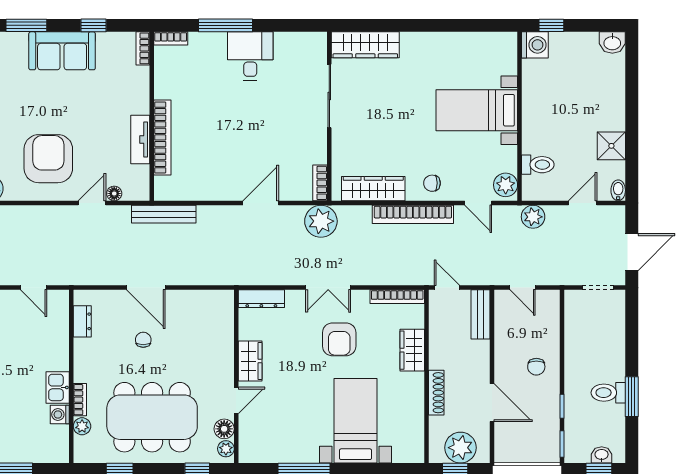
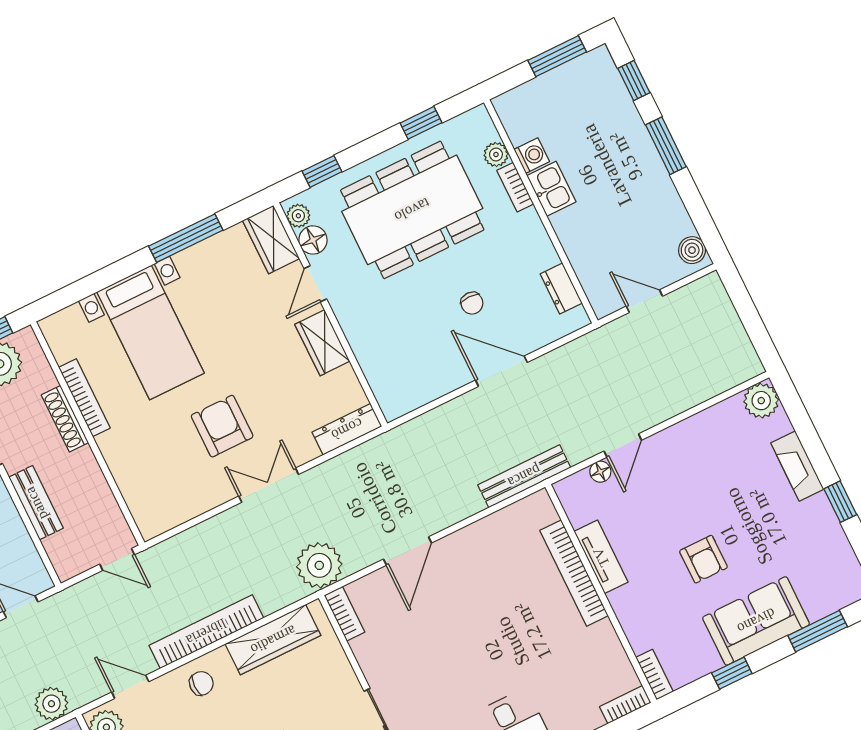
armchair: (48, 159) -> (704, 559), moved, width x0.53, depth x0.53
bookcase: (397, 297) -> (84, 398), moved, turned 90
bench: (481, 314) -> (36, 503), moved
wardrobe: (412, 350) -> (271, 240), moved, turned 180

